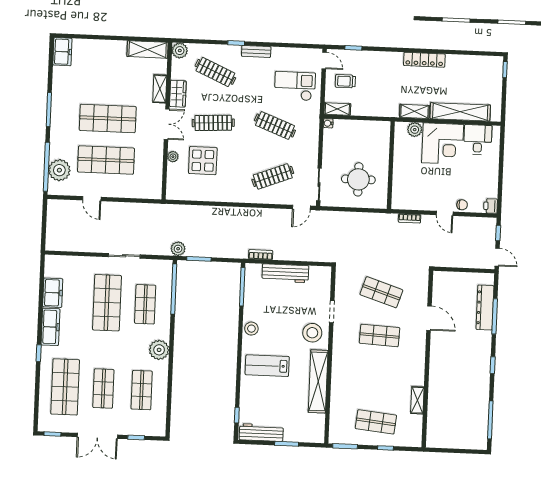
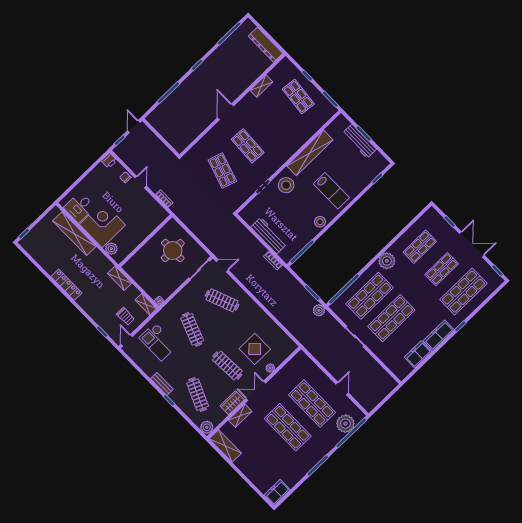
shelving: (414, 111) -> (120, 278), moved
shop shelf: (145, 304) -> (370, 296), width x1.43, depth x1.36
dresser: (485, 308) -> (266, 45), moved, turned 90
door: (429, 318) -> (225, 112), moved
workbench: (261, 432) -> (359, 141), moved

